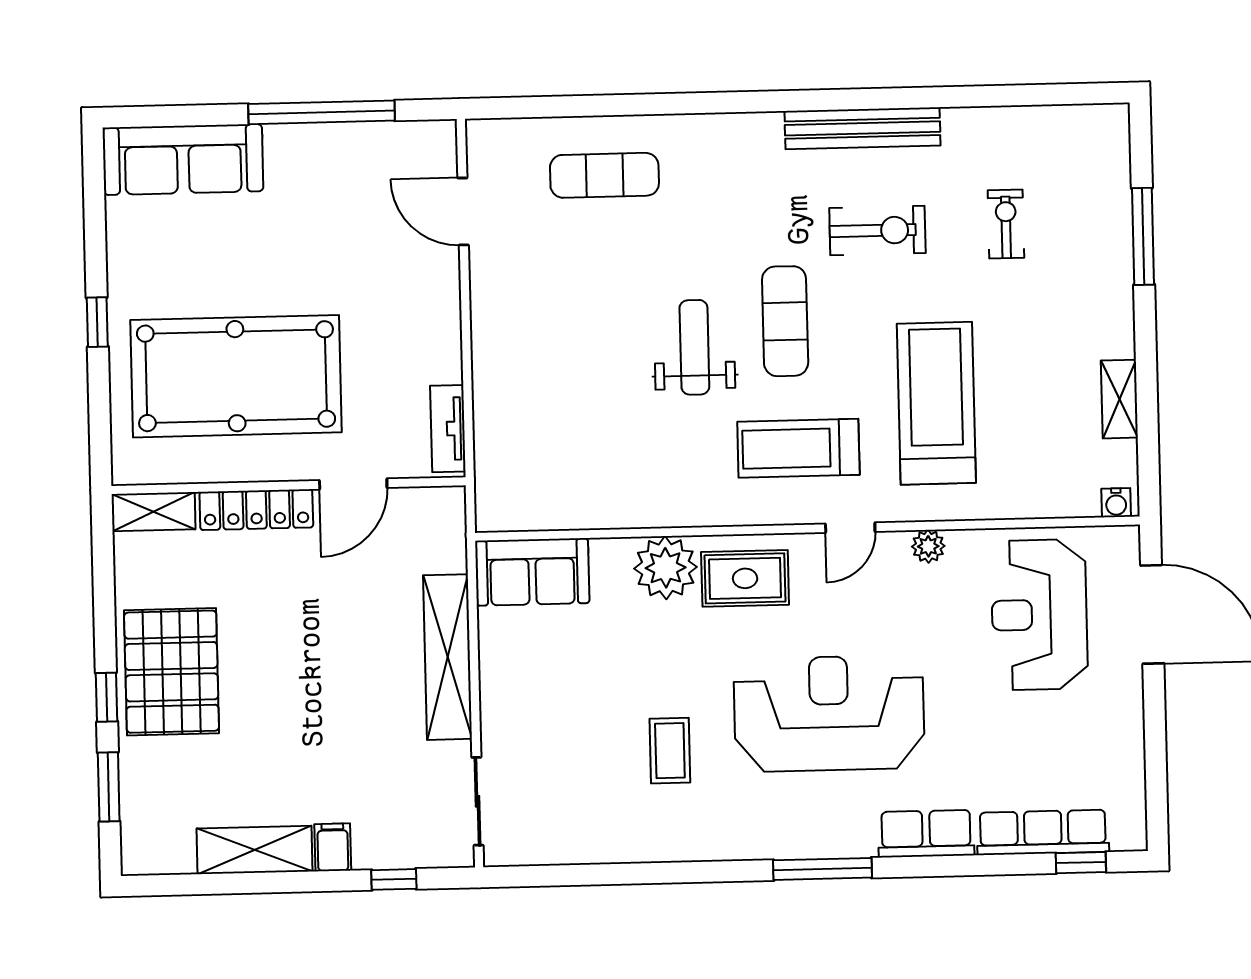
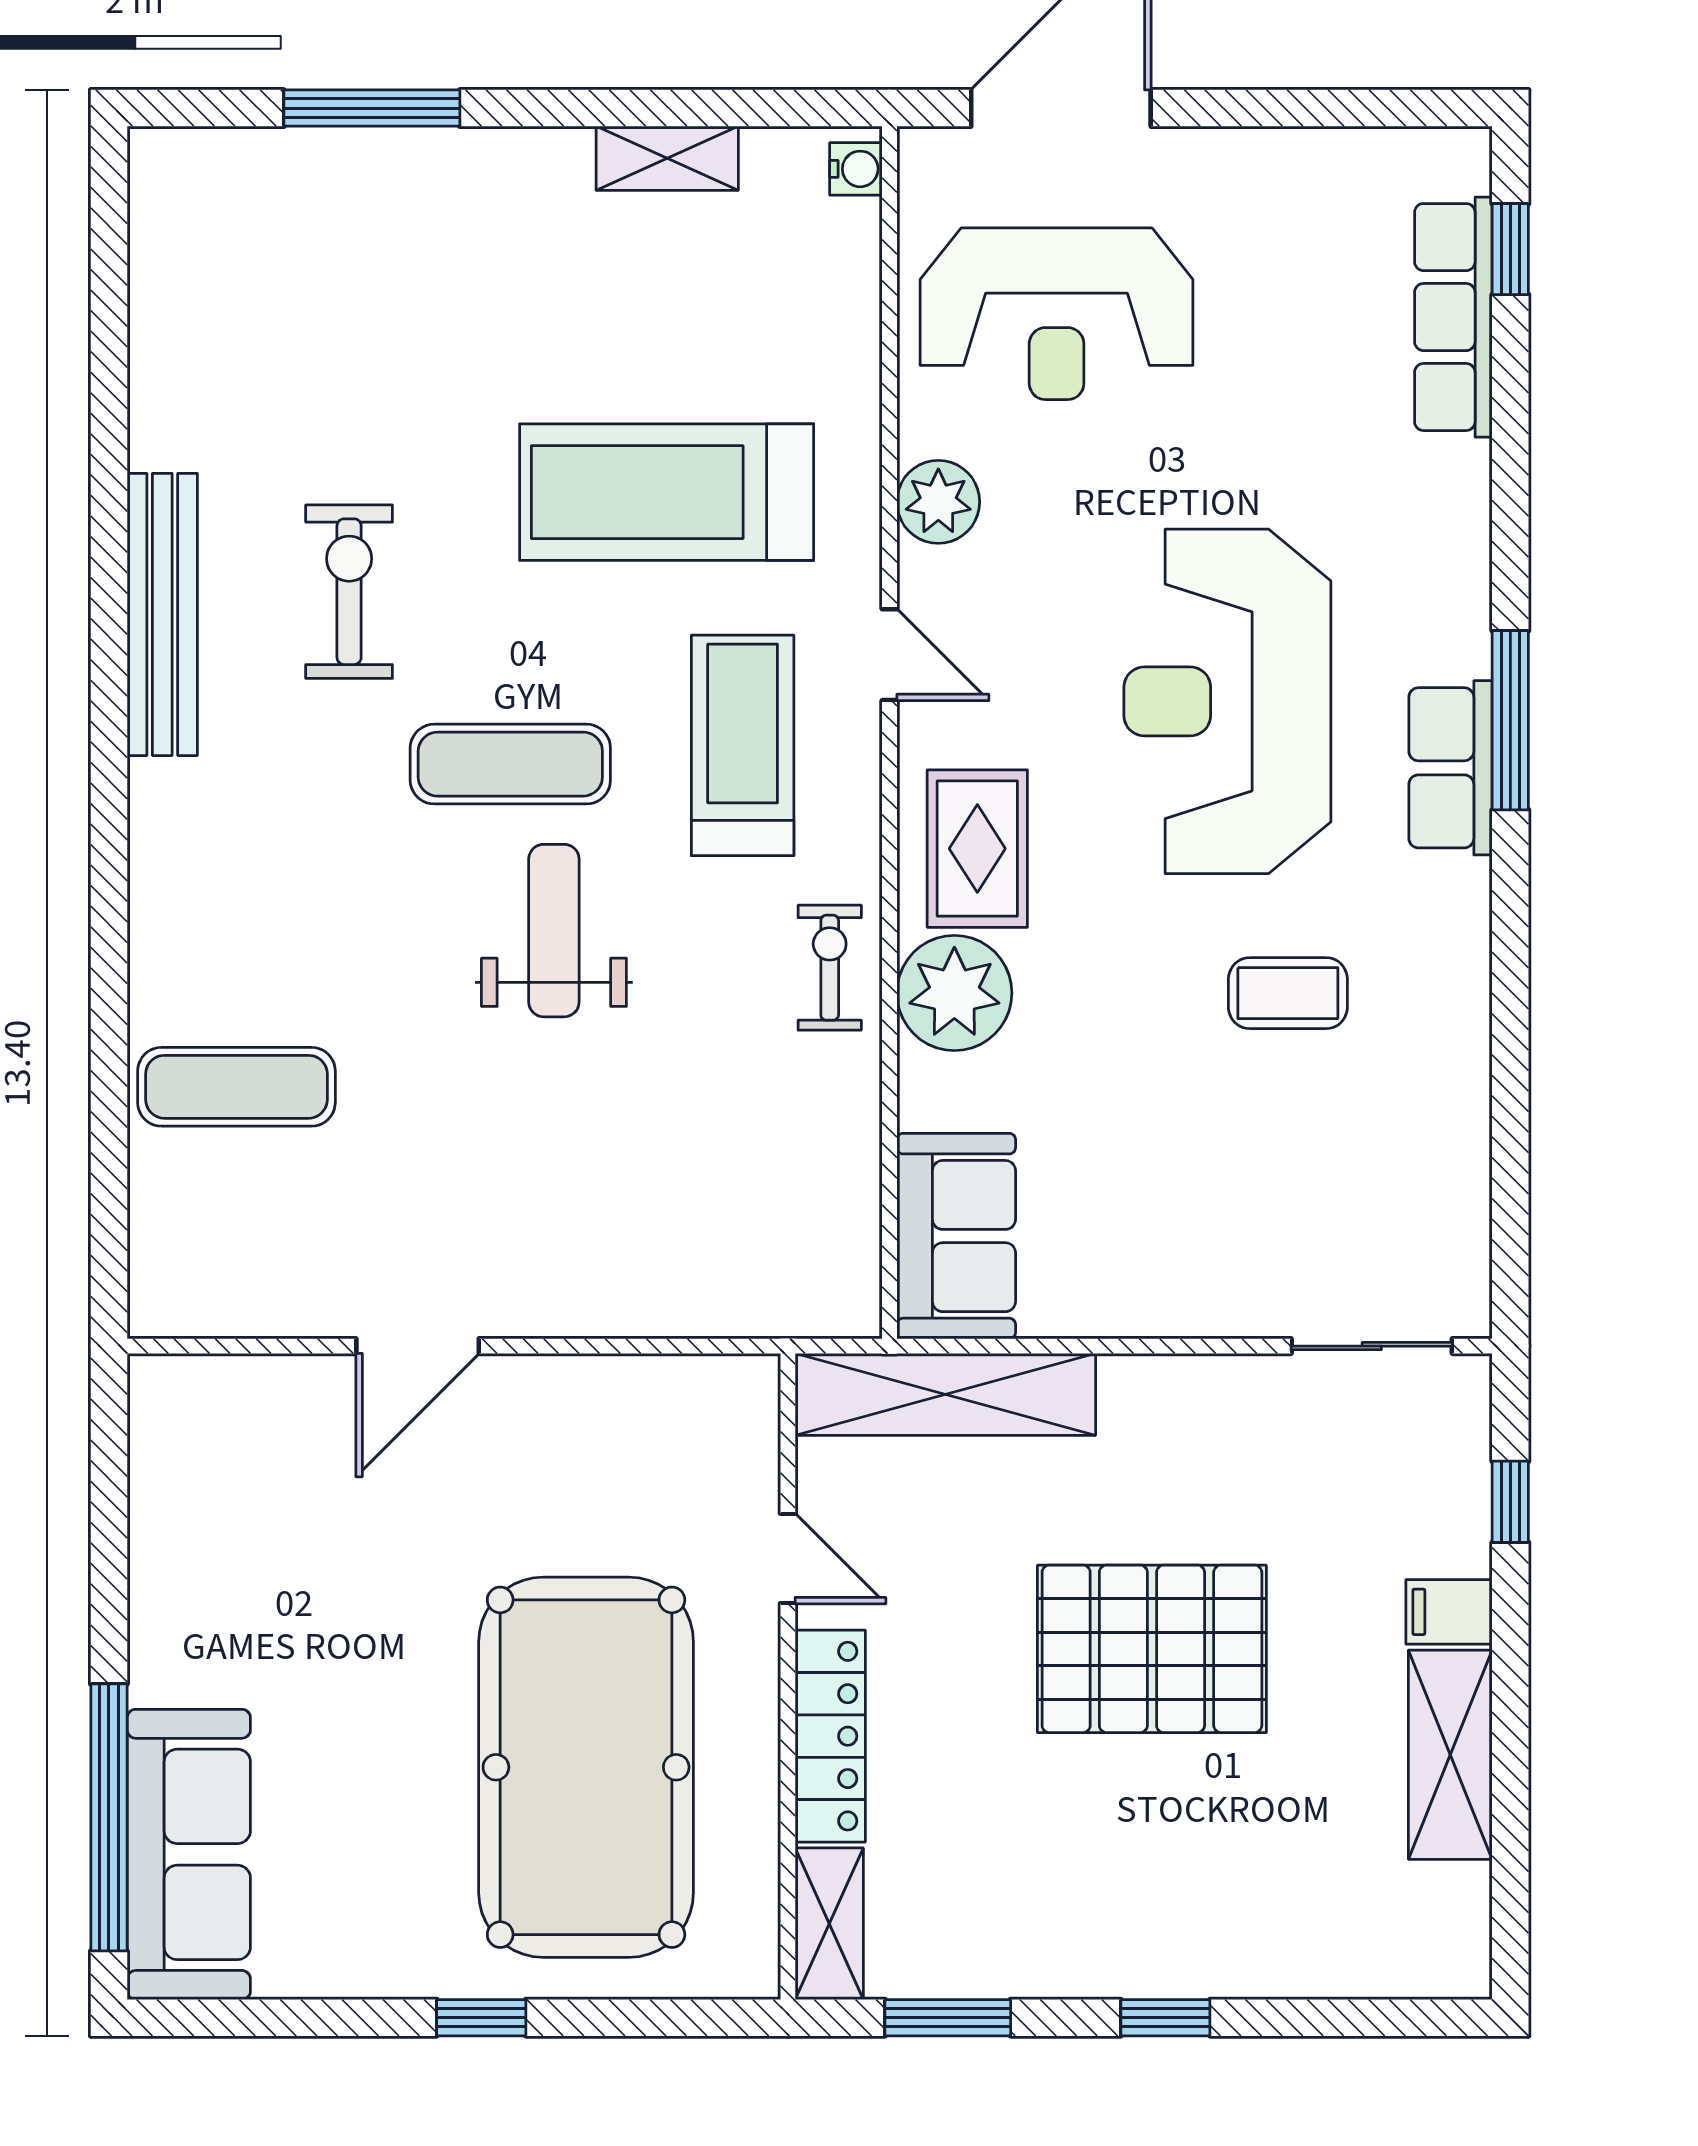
window: (322, 112) -> (109, 1817), moved
exercise mat: (604, 175) -> (236, 1087), turned 90
door: (463, 211) -> (418, 1346), moved
exercise bike: (1006, 224) -> (830, 968), moved, turned 90
weight bench: (694, 347) -> (554, 931), turned 90
tv unit: (448, 429) -> (691, 1384), removed
treadmill: (798, 448) -> (743, 745), turned 180
door: (353, 484) -> (788, 1559), width x0.73
plant: (928, 546) -> (938, 502), width x1.38, depth x1.38
shelving: (448, 657) -> (945, 1394), moved
pallet: (172, 672) -> (1152, 1649), moved
window: (109, 787) -> (948, 2018), moved
row of seats: (926, 834) -> (1450, 768), moved

